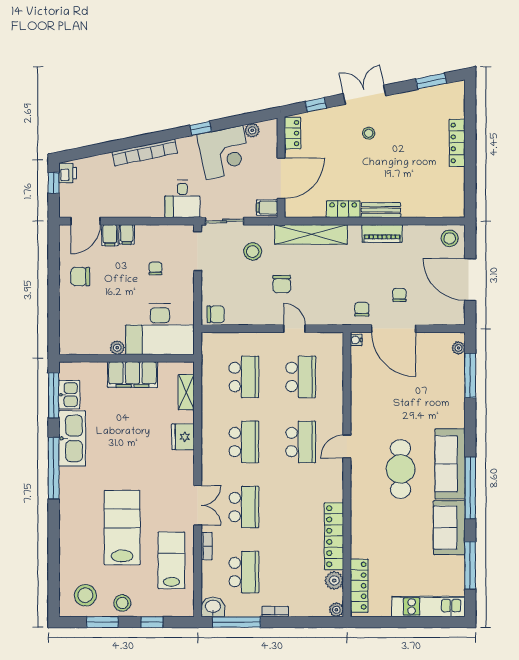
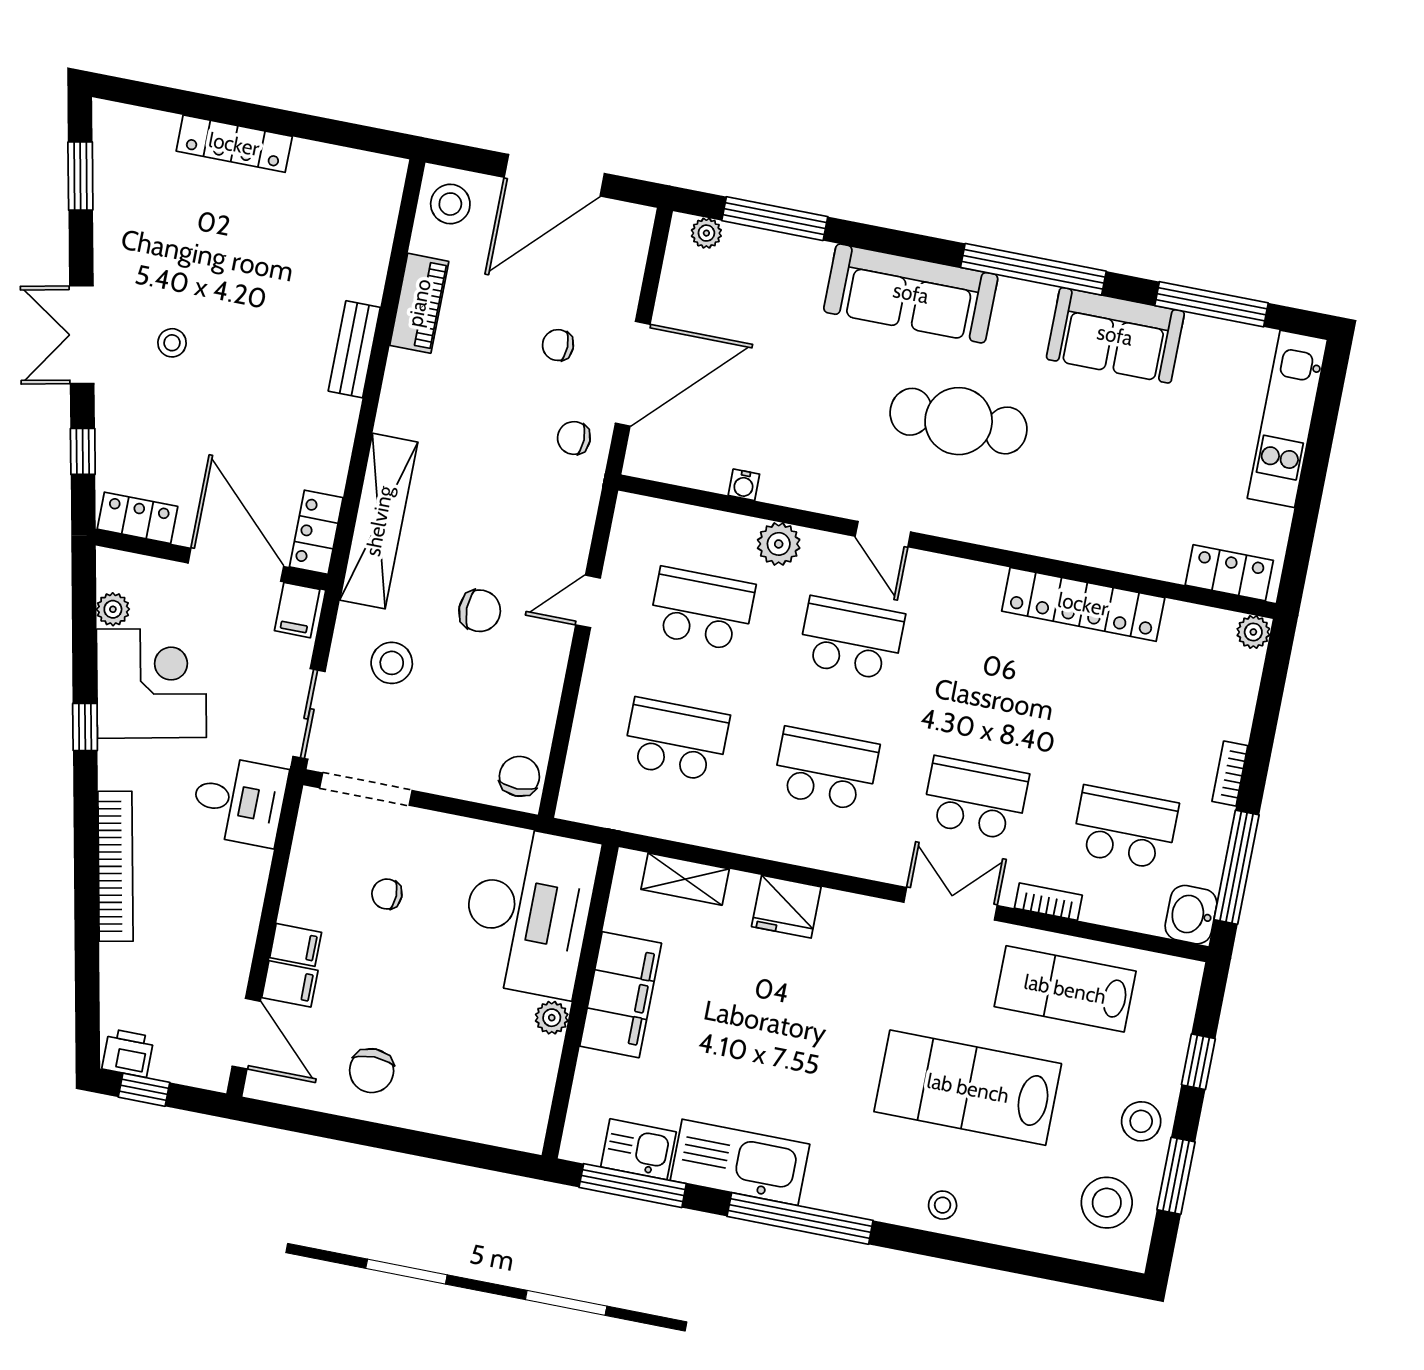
locker: (343, 209) -> (316, 532), moved
piano: (382, 233) -> (419, 303), moved
water cooler: (356, 340) -> (744, 485), moved
sofa: (450, 464) -> (911, 293), moved
stool: (71, 527) -> (943, 1205), added
plant: (334, 580) -> (779, 544), moved
locker: (359, 586) -> (1229, 573), width x0.66

